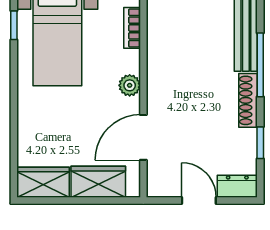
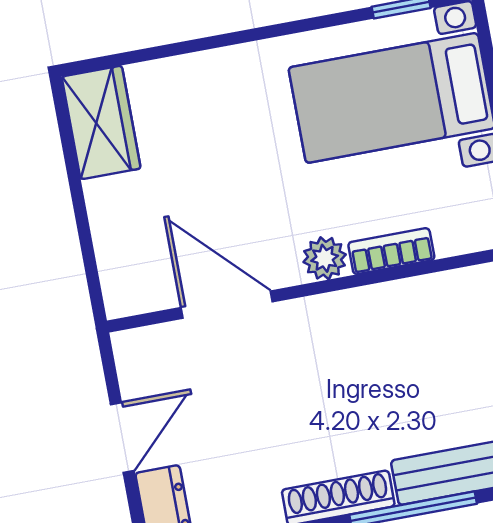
bookcase: (132, 28) -> (391, 251), moved
wardrobe: (98, 182) -> (122, 231), removed

